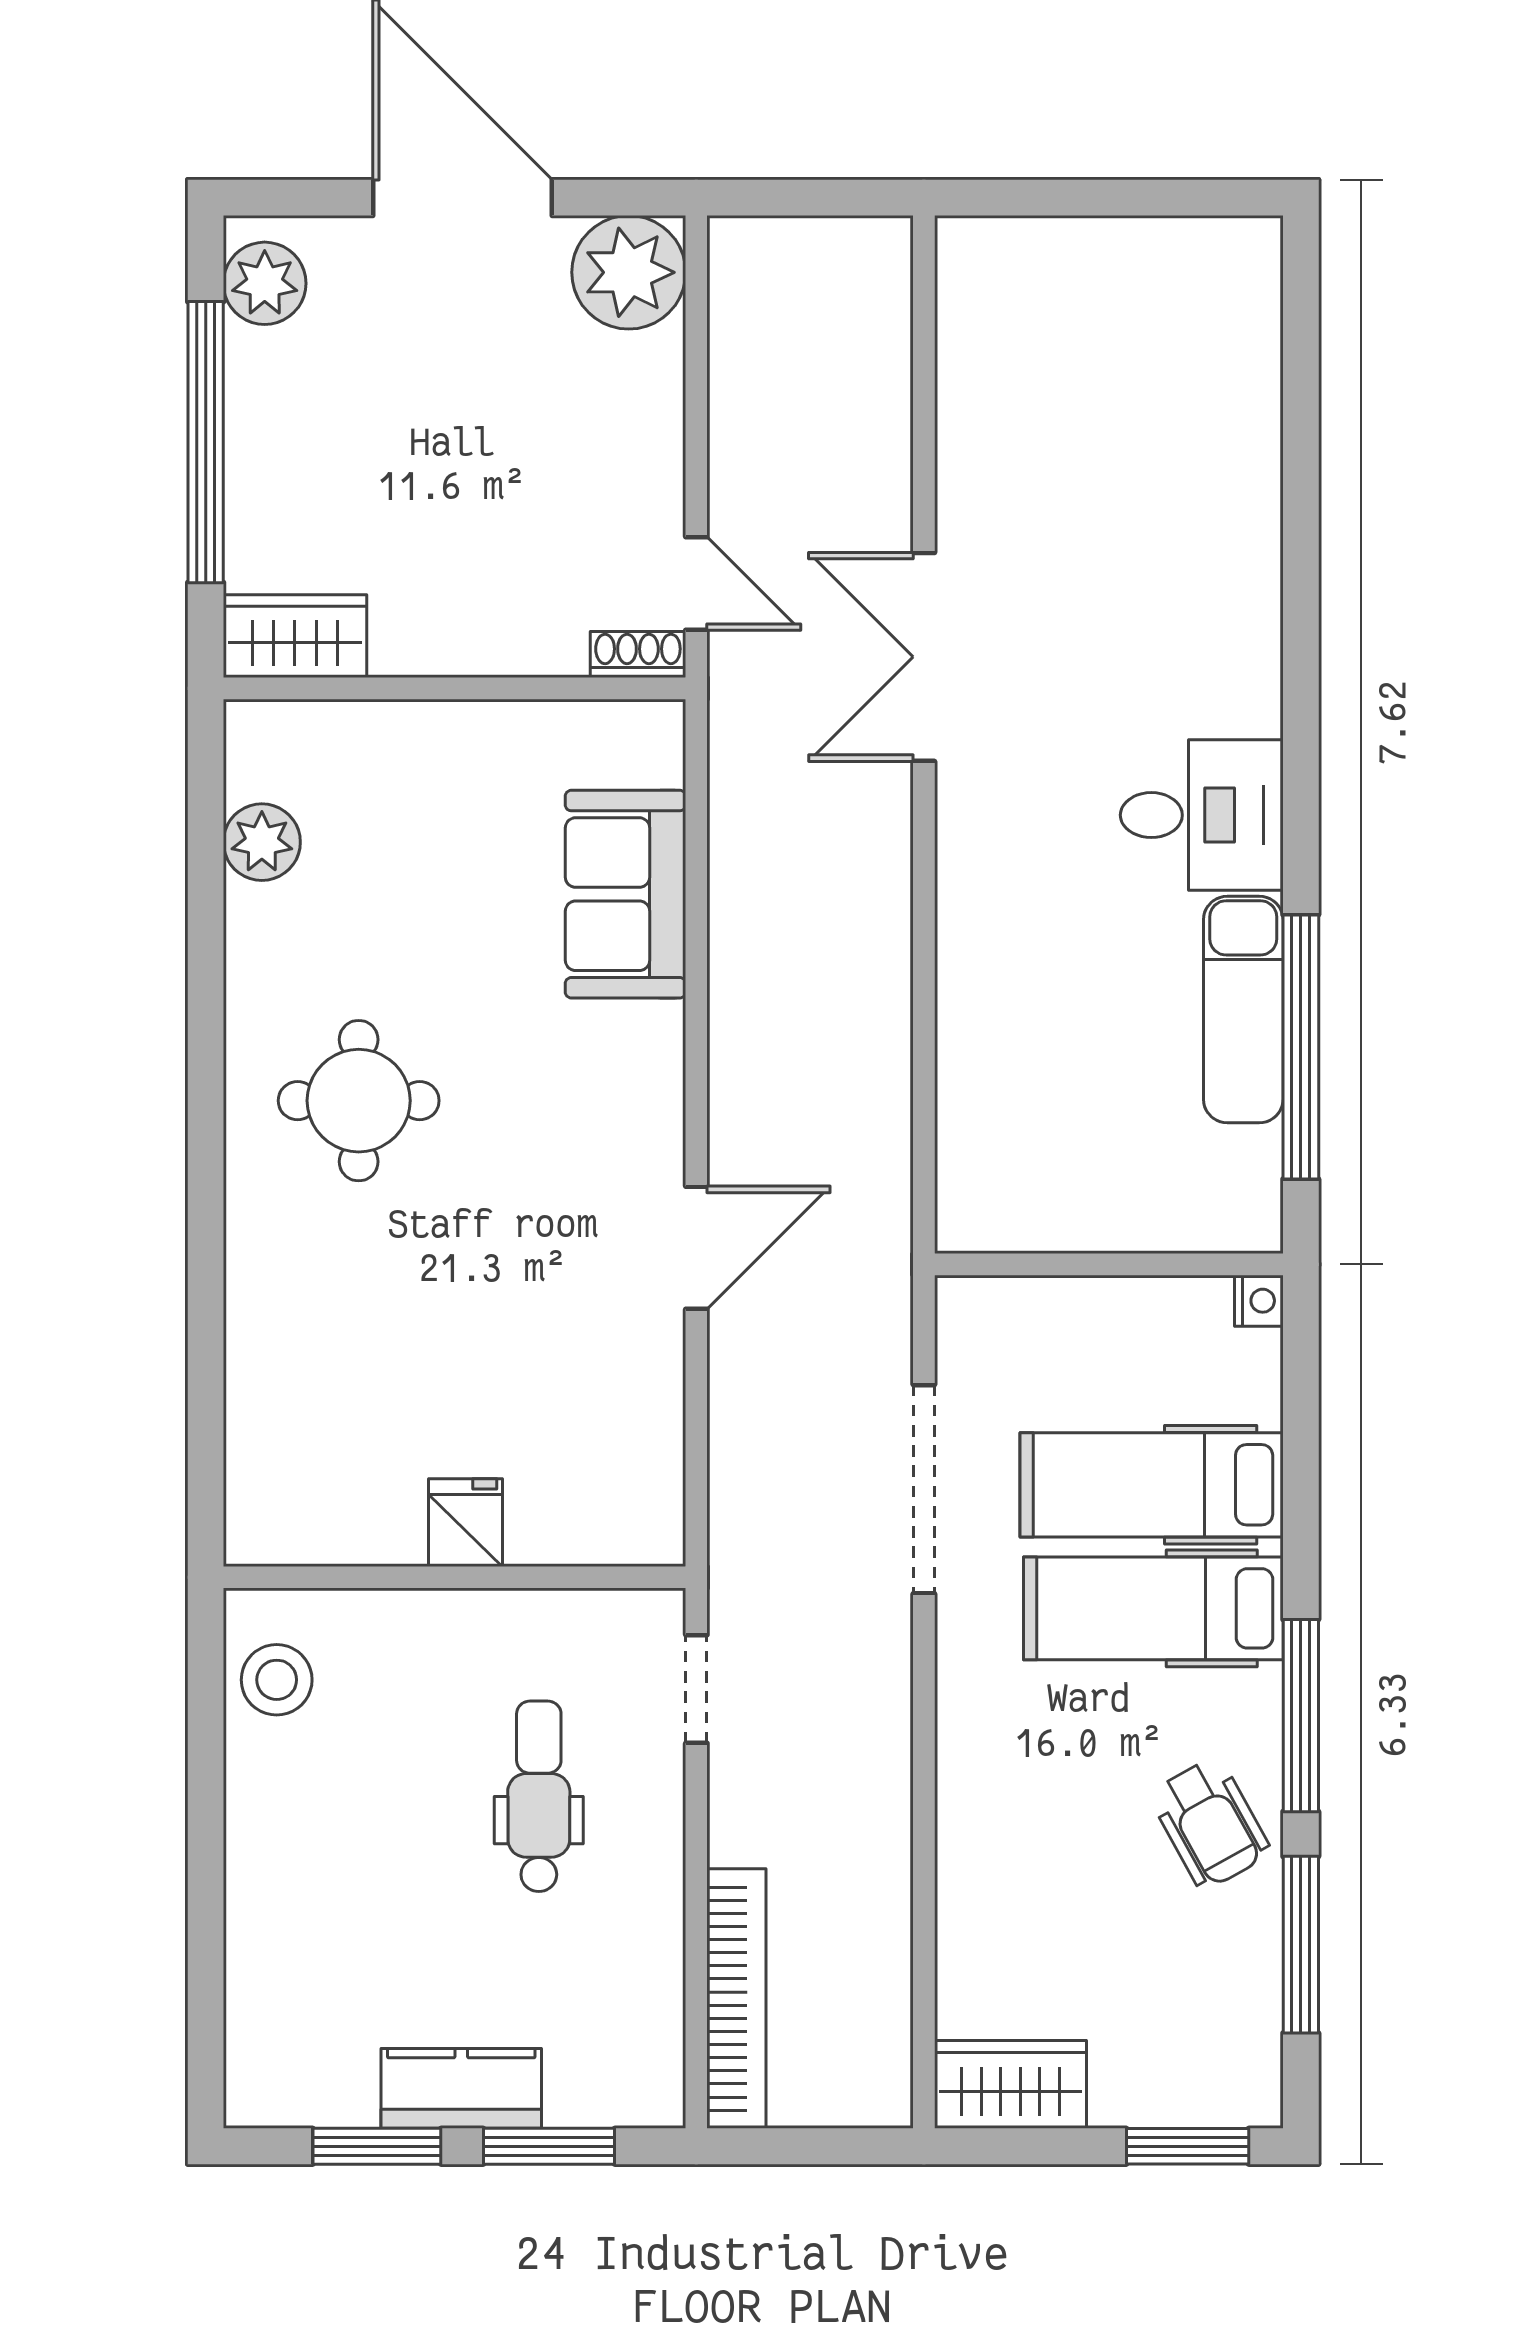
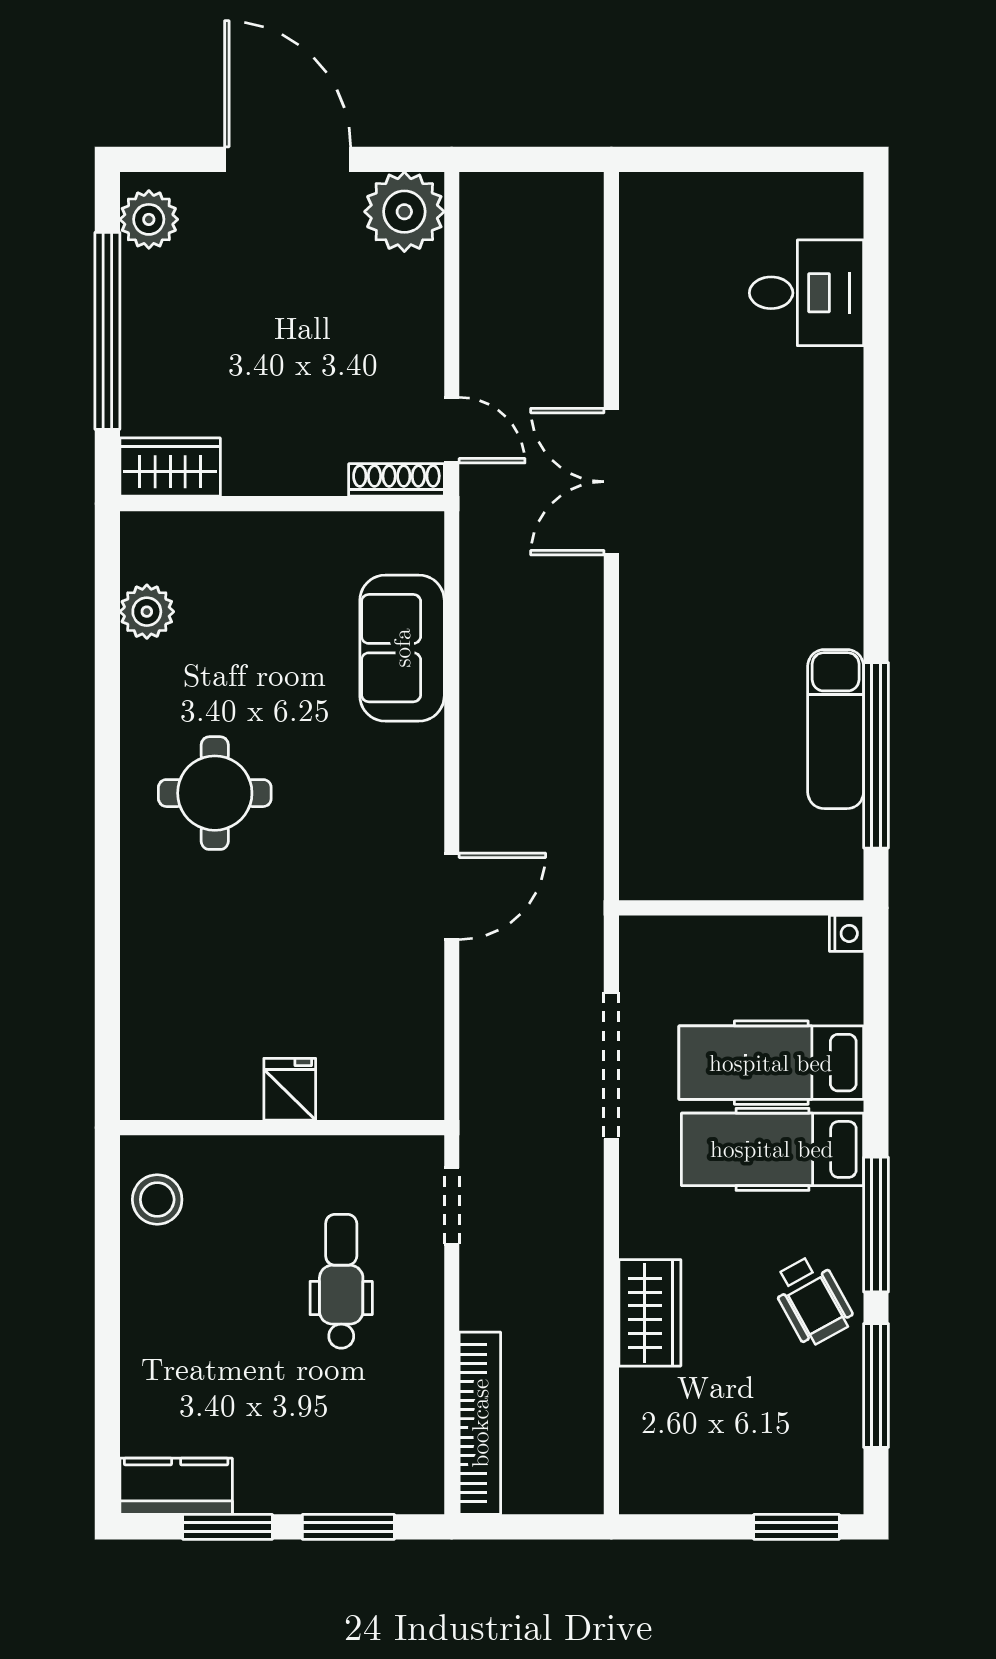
shoe rack: (638, 655) -> (396, 480), width x1.43
desk: (1202, 815) -> (806, 293), moved
wardrobe: (1010, 2084) -> (650, 1313), moved, turned 90
kitchen counter: (461, 2088) -> (176, 1486), moved

